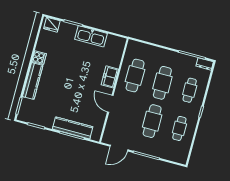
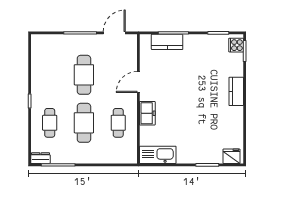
kitchen sink: (91, 36) -> (158, 155), moved
cooker: (39, 58) -> (236, 45), moved
cafe table: (135, 76) -> (118, 123), width x0.73, depth x0.74
kitchen counter: (33, 81) -> (236, 91), width x0.67
door: (110, 104) -> (138, 82), swing flipped
kitchen counter: (73, 128) -> (167, 42), width x0.67
cafe table: (179, 128) -> (50, 75), removed

